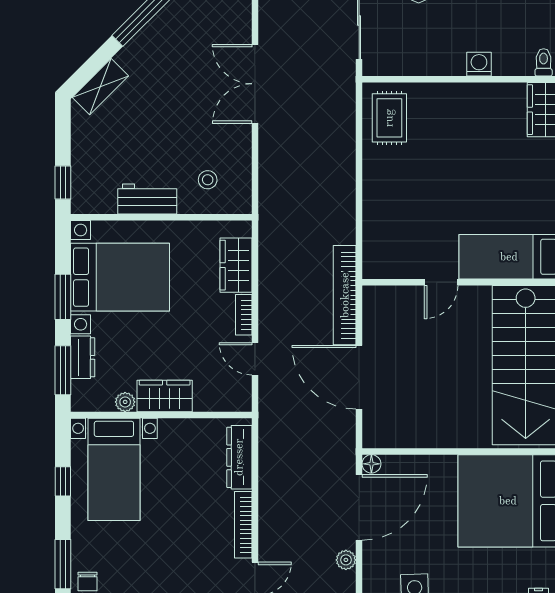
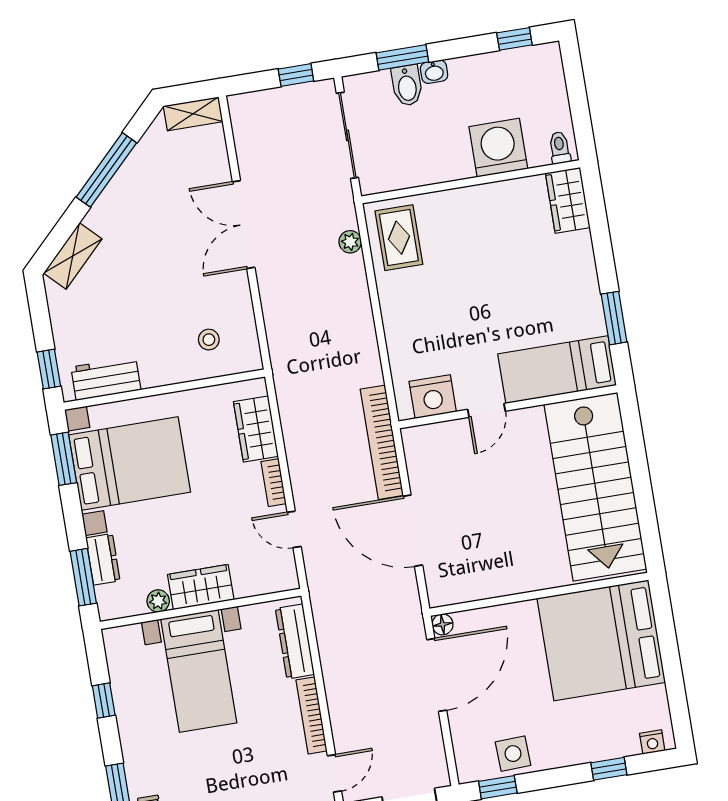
washing machine: (479, 64) -> (498, 148), width x1.89, depth x1.89
workbench: (147, 199) -> (106, 378), moved
nightstand: (396, 262) -> (433, 397), added
window: (63, 297) -> (64, 459), moved
bed with nightstands: (114, 469) -> (199, 671), moved
plant: (346, 560) -> (350, 242), moved

